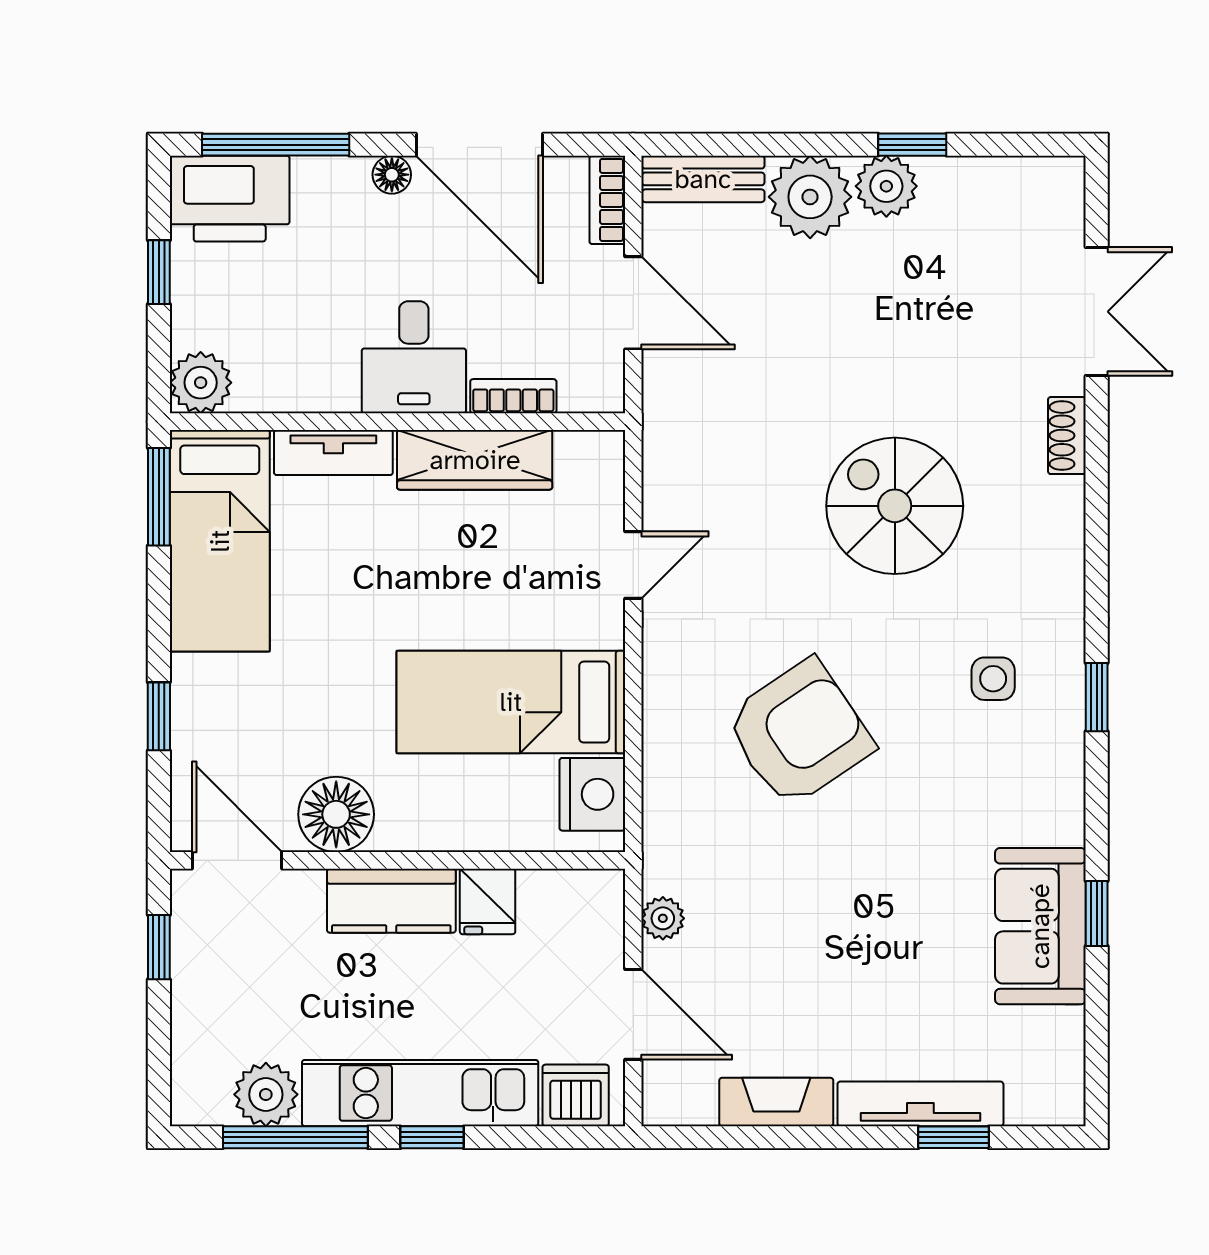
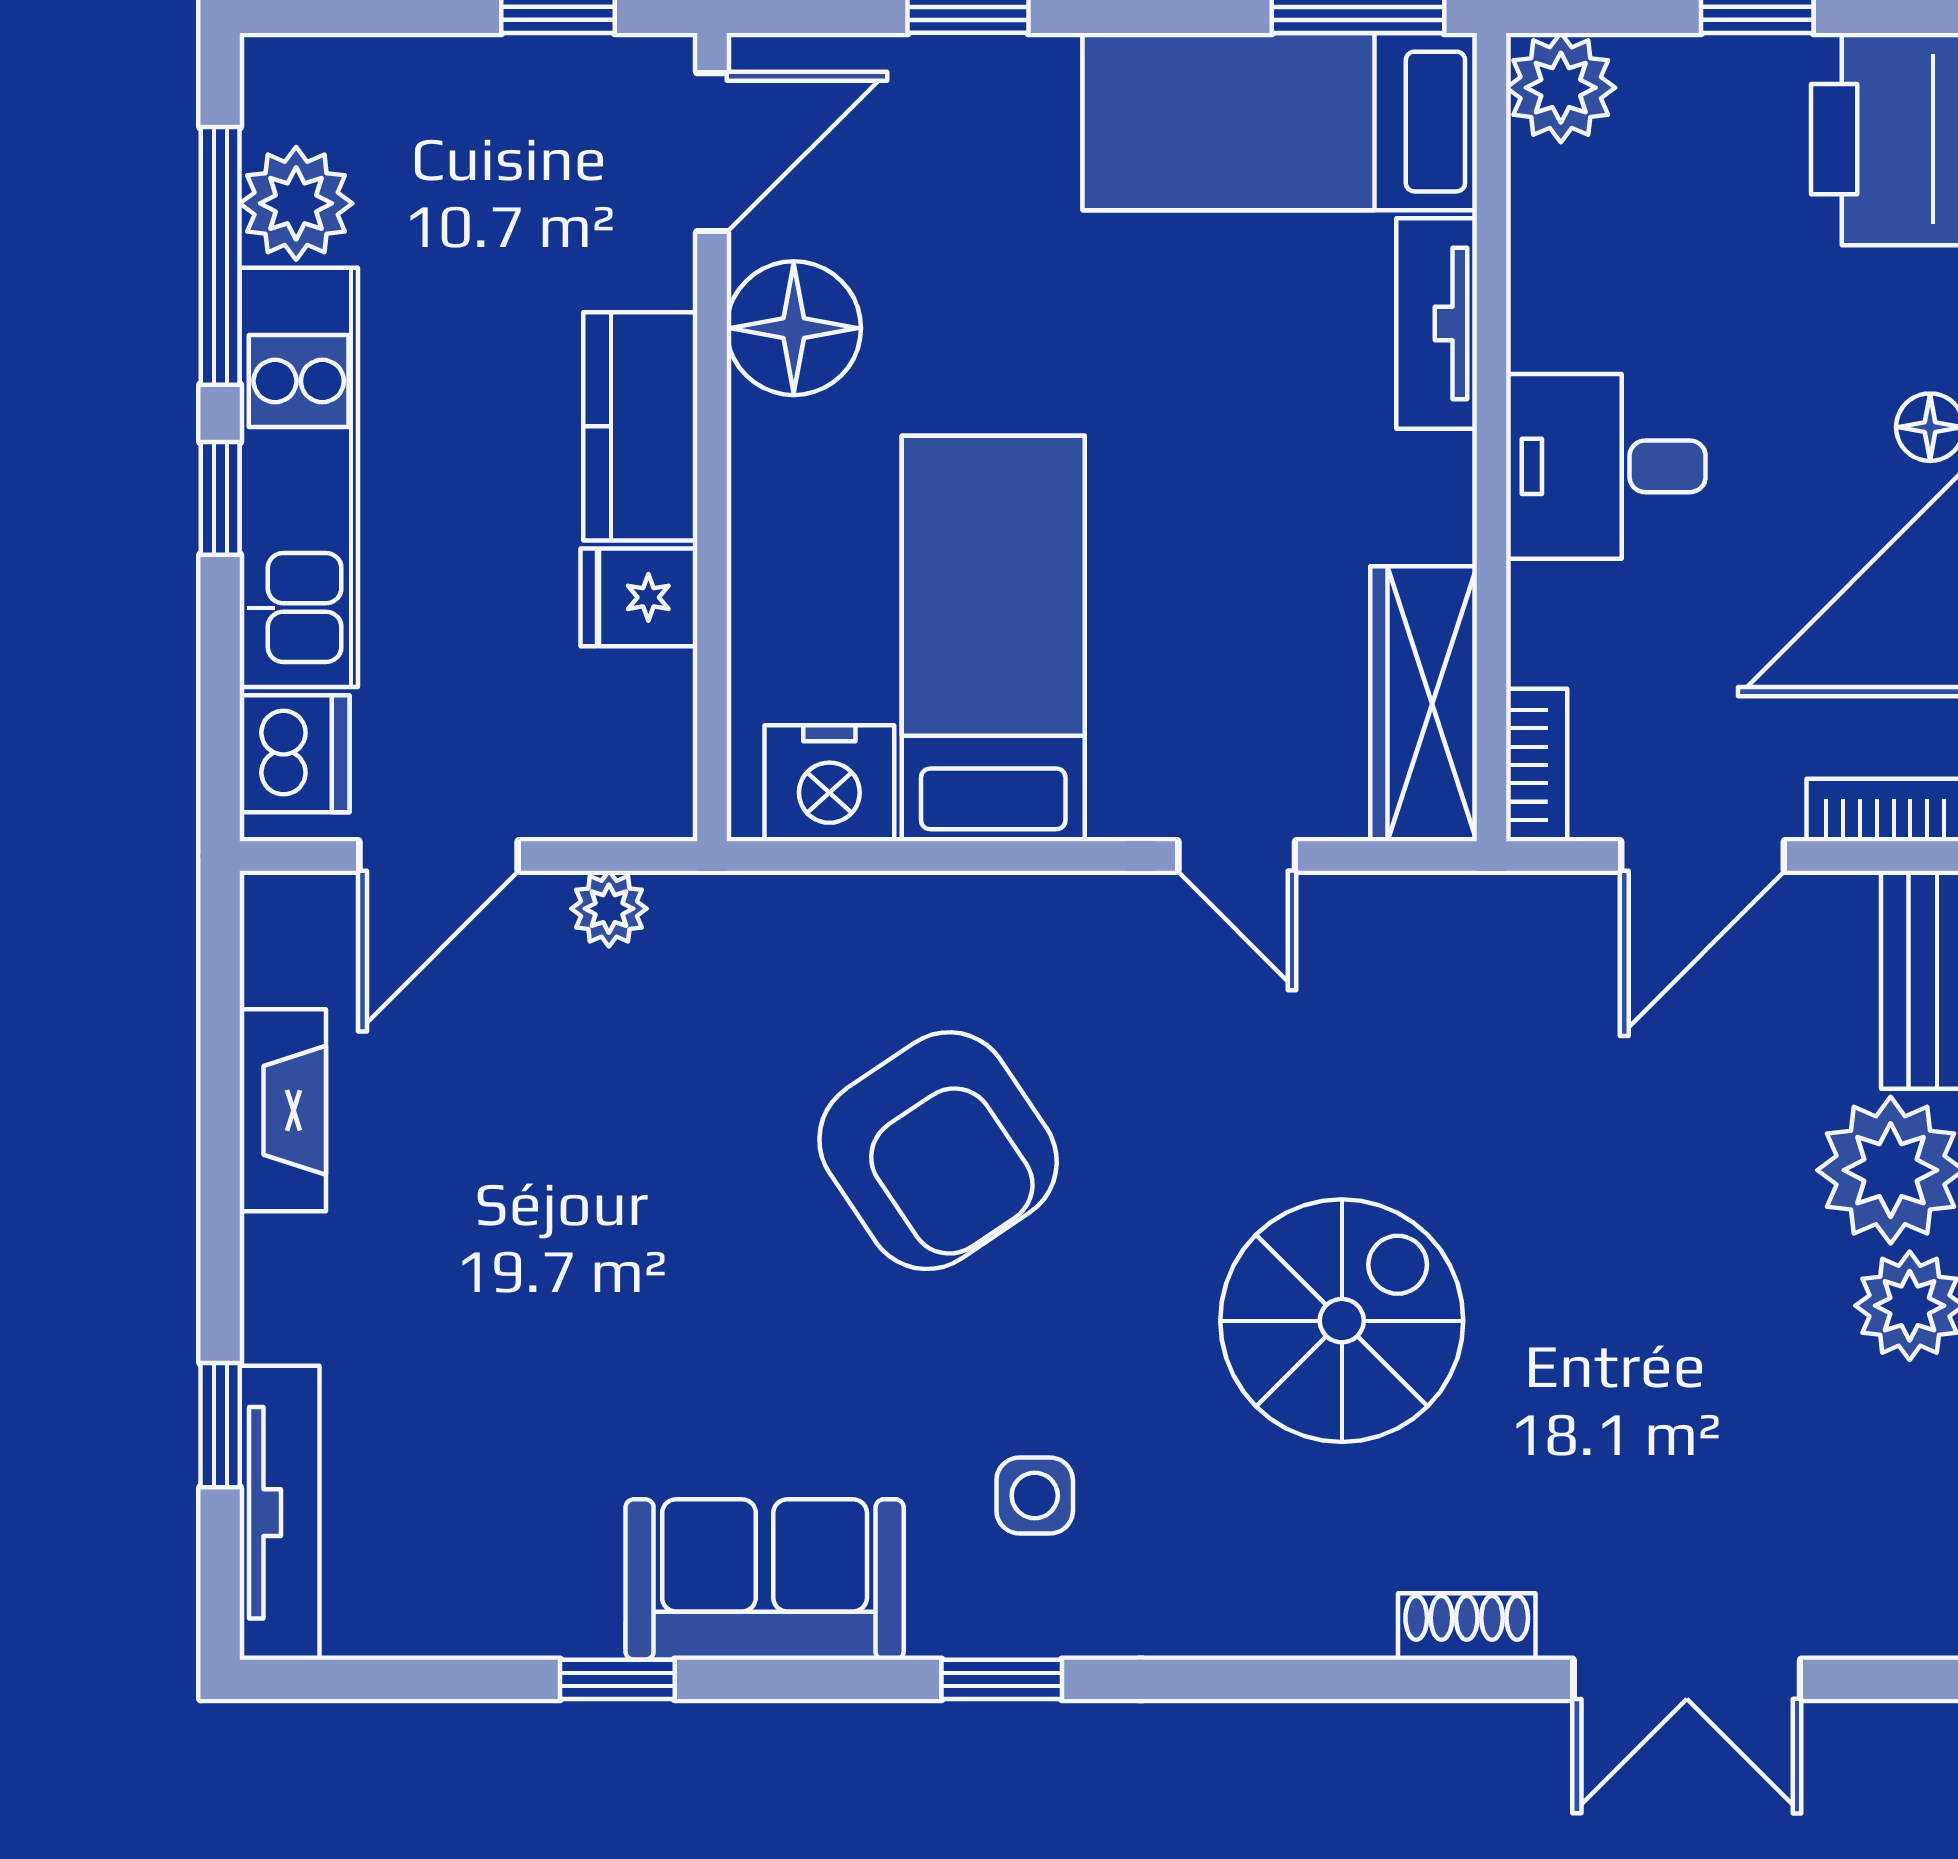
bookcase: (513, 396) -> (1537, 765), moved
wardrobe: (475, 460) -> (1424, 704), moved
sofa: (1040, 926) -> (765, 1579), moved
tv unit: (920, 1104) -> (279, 1513), moved

